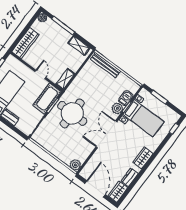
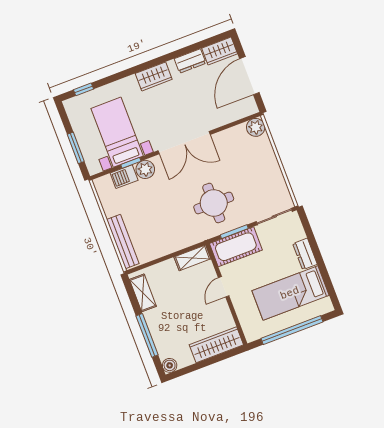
round table: (72, 113) -> (214, 203), width x0.73, depth x0.73

